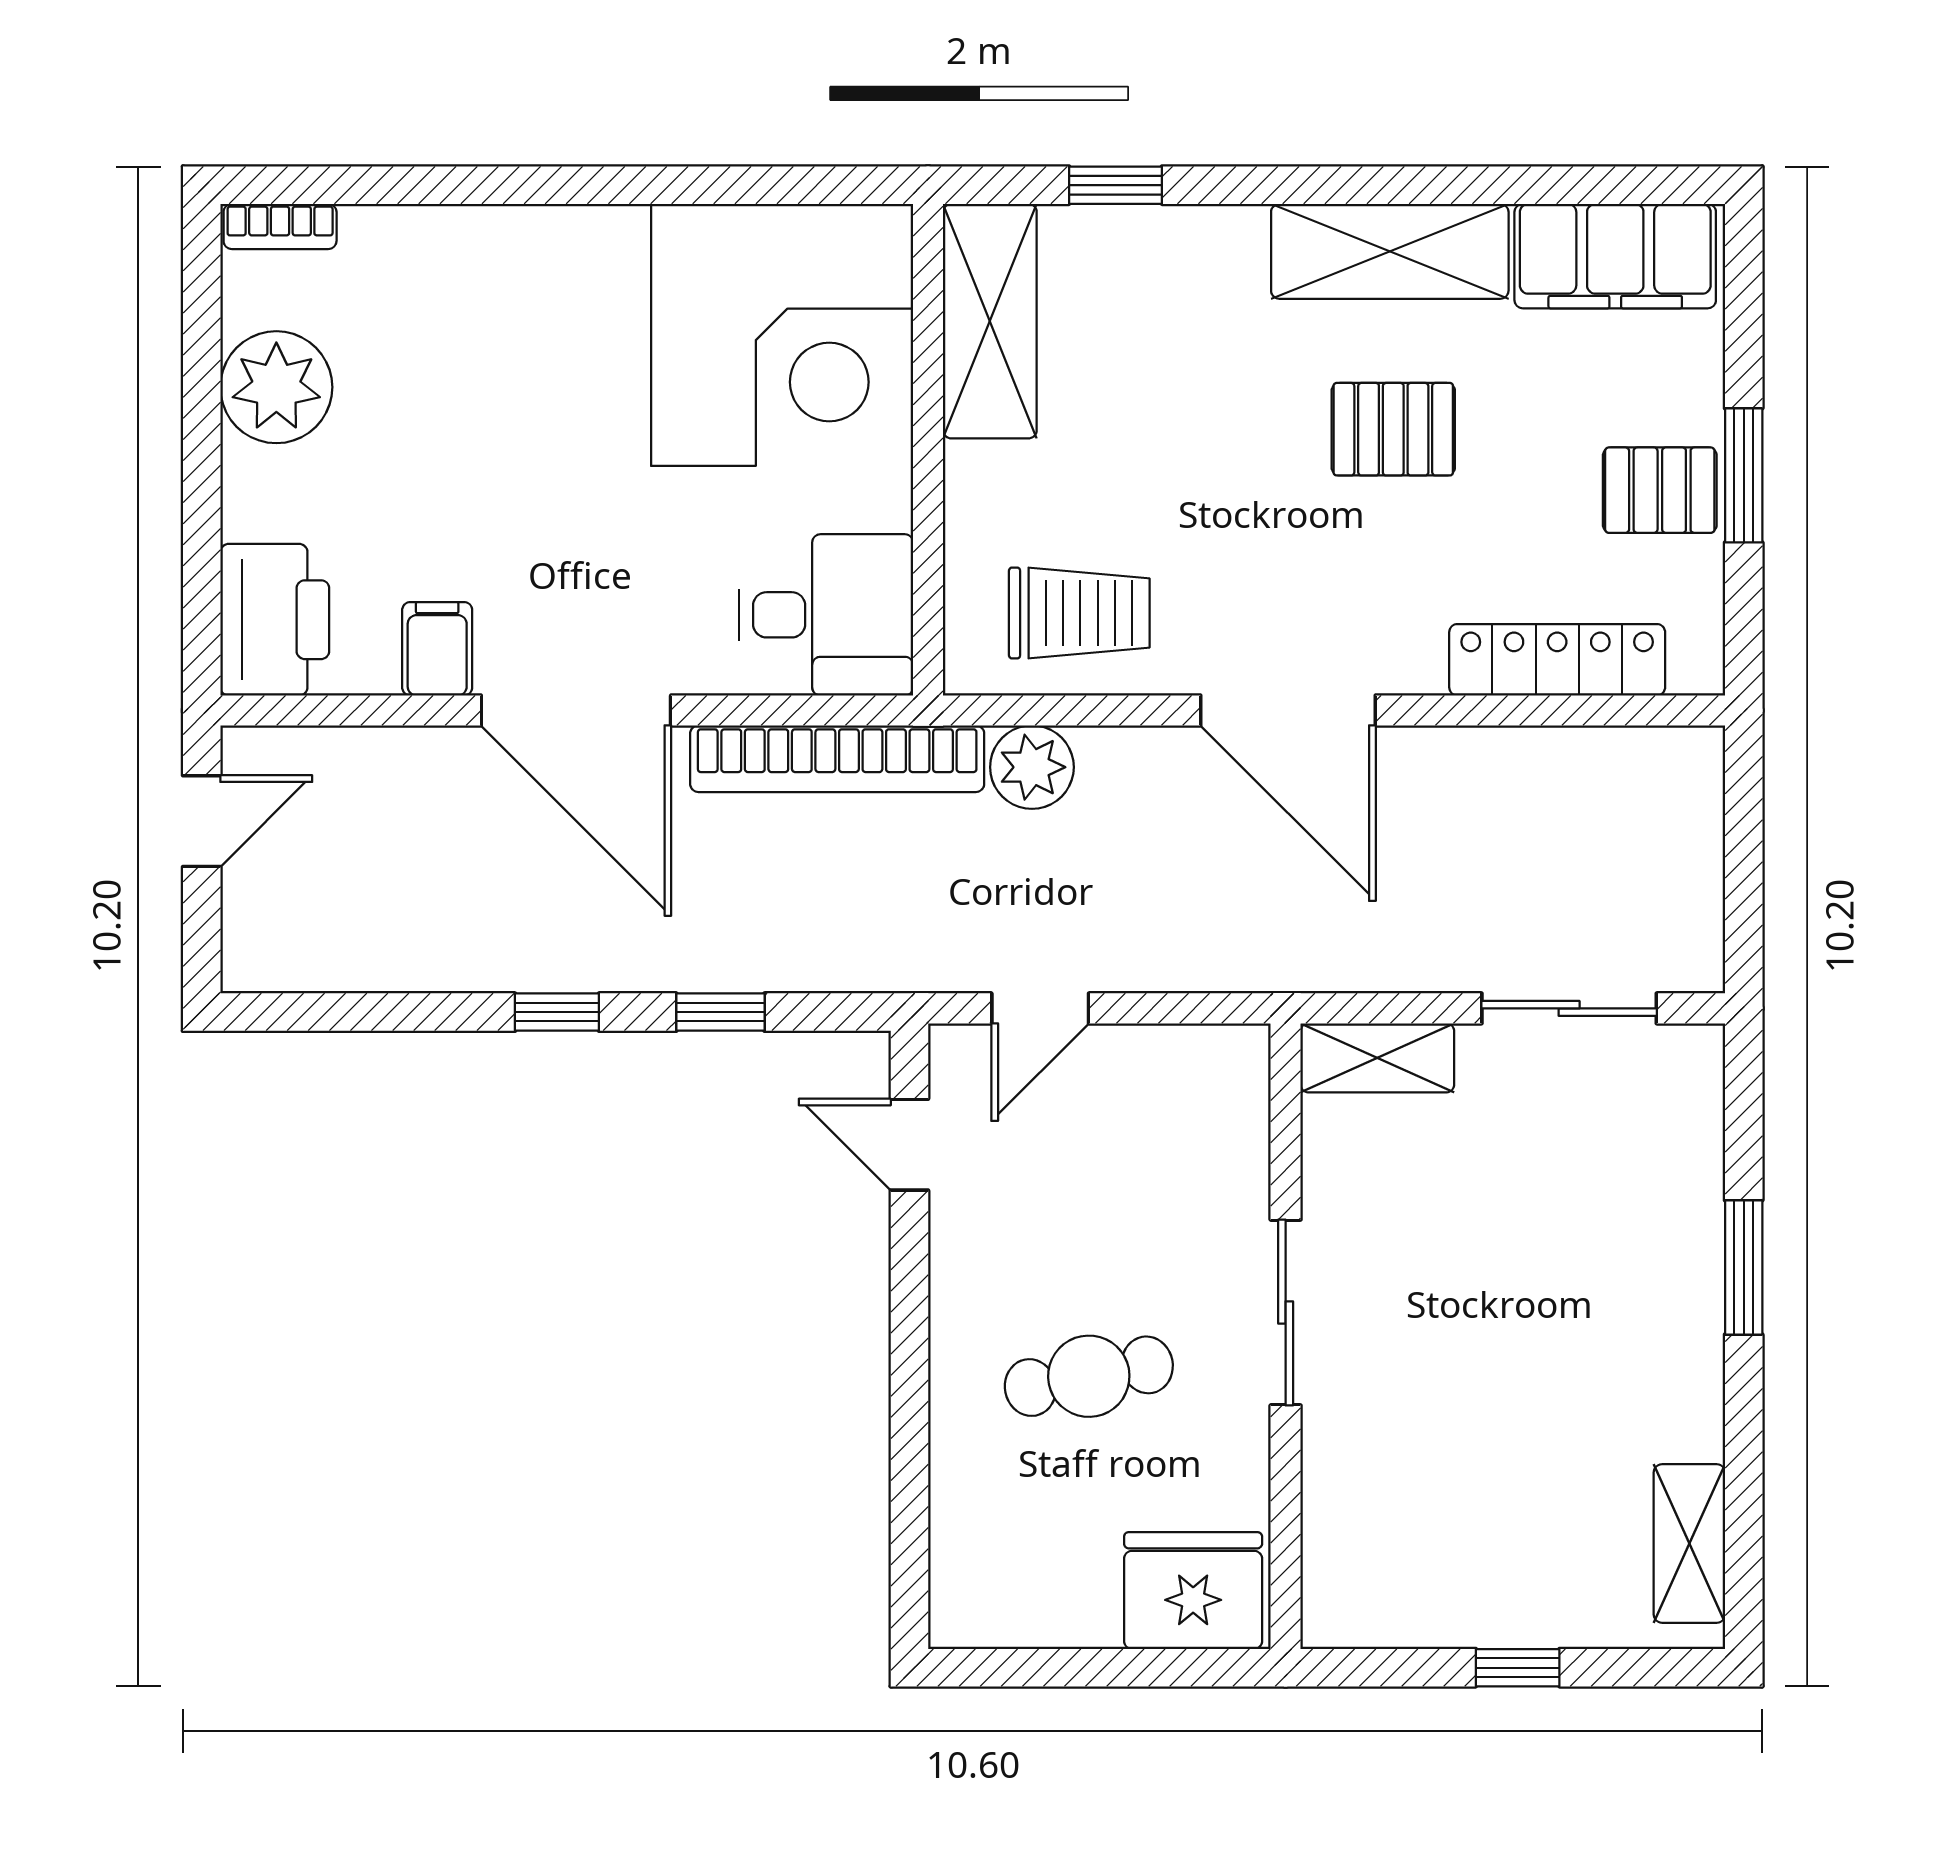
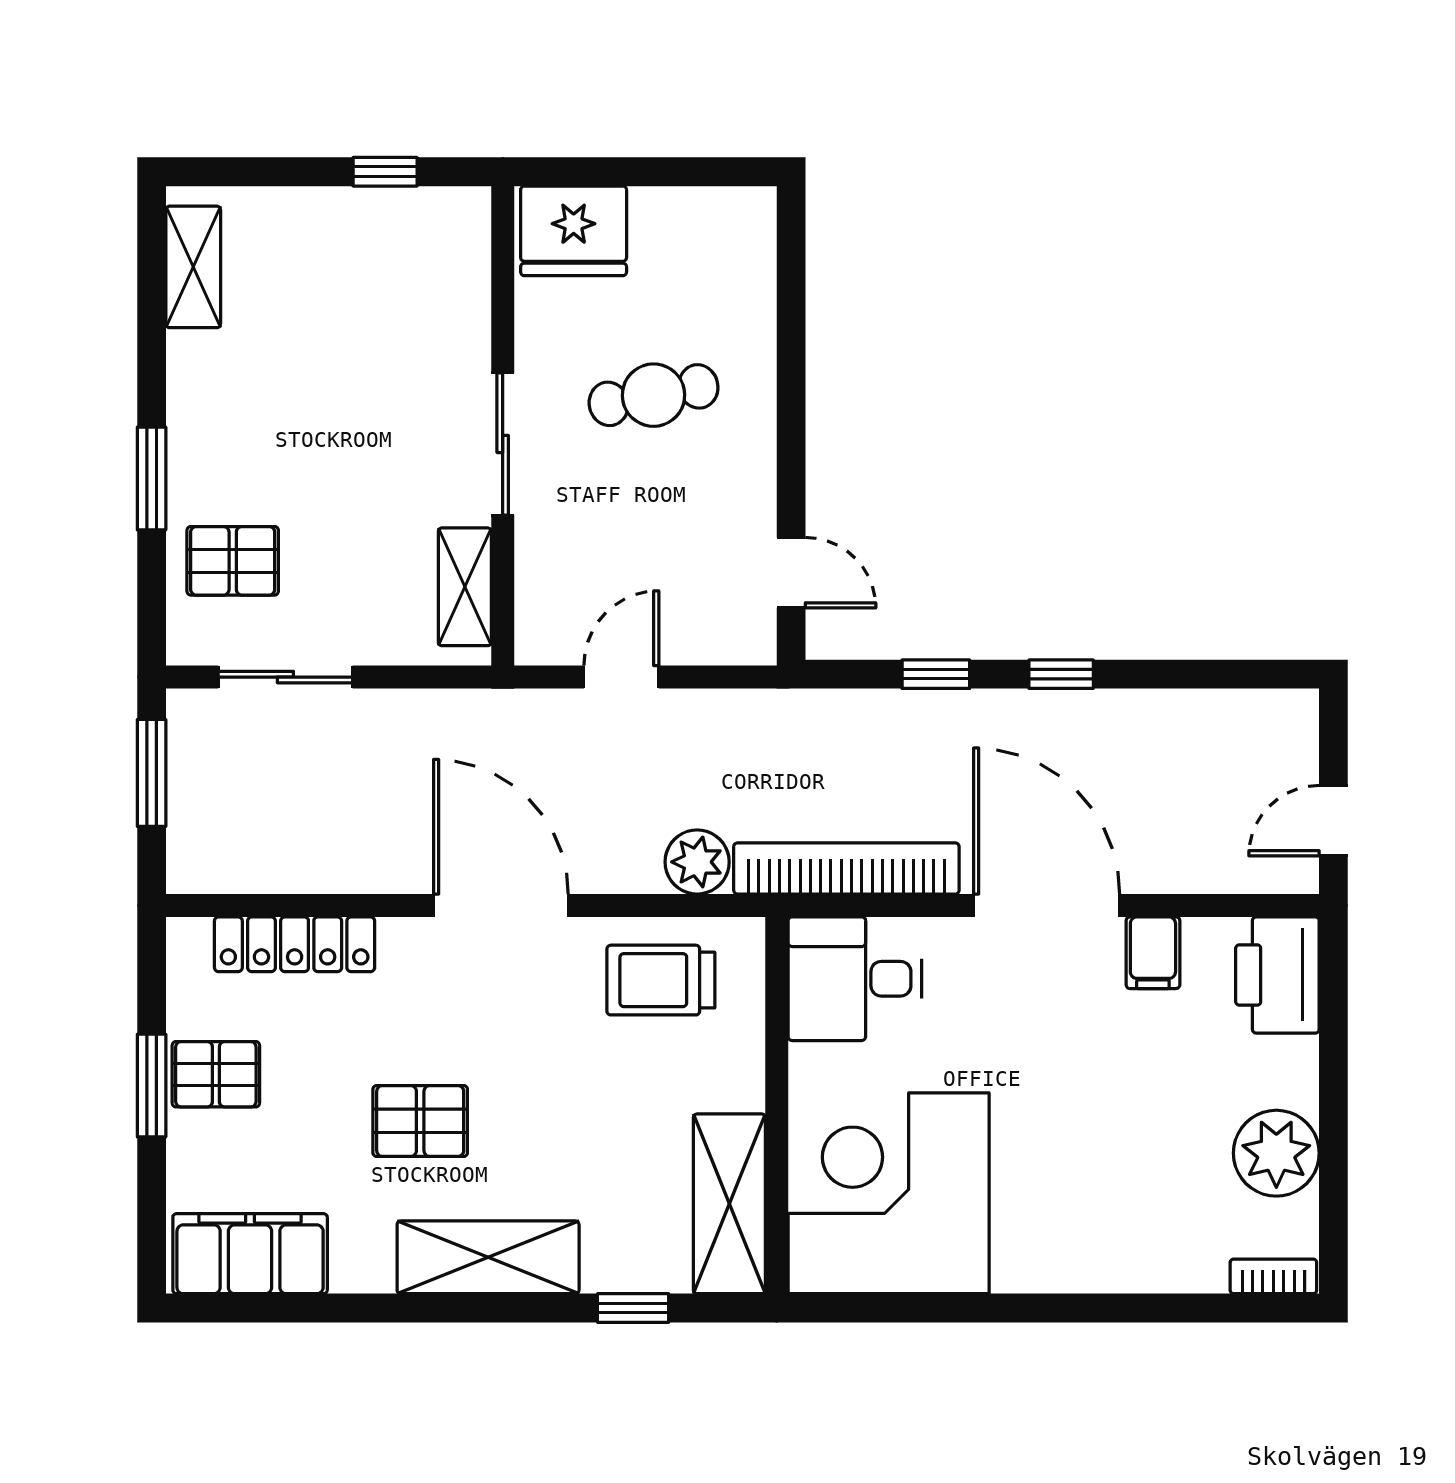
shelving: (1390, 251) -> (488, 1257), moved
window: (1744, 883) -> (152, 773), added
door: (1040, 1008) -> (621, 677), moved
shelving: (1377, 1058) -> (465, 587), moved, turned 90
pallet: (1638, 1160) -> (233, 561), added
window: (1518, 1668) -> (385, 172), moved

